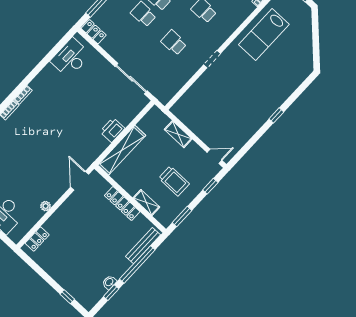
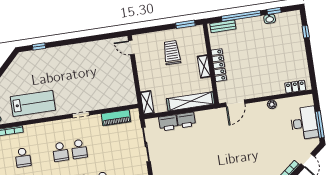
school desk: (174, 43) -> (79, 149), moved
piano: (178, 81) -> (116, 118), added
printer: (127, 114) -> (168, 123), added
window: (276, 115) -> (39, 46), moved
shelving: (178, 134) -> (147, 103), moved
window: (210, 186) -> (150, 30), removed
shelving: (146, 203) -> (204, 66), moved
bench: (143, 246) -> (223, 26), width x0.73

